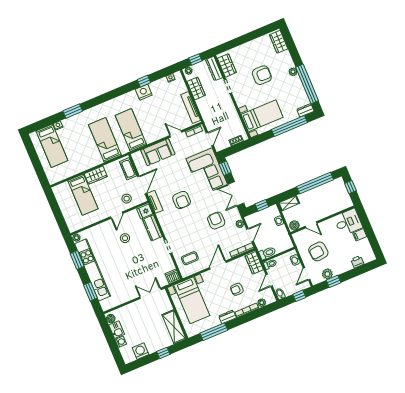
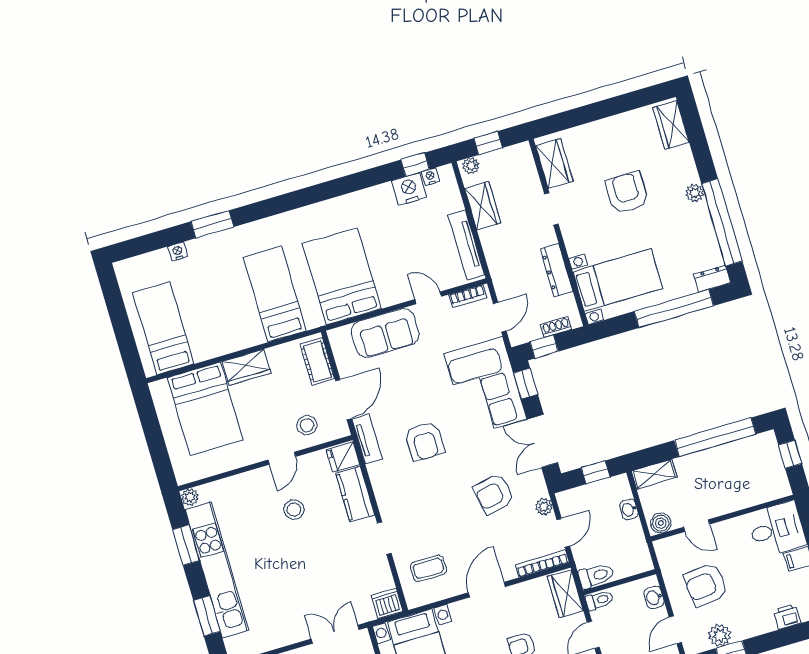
dresser: (214, 69) -> (556, 270), moved
armchair: (262, 75) -> (627, 193), turned -90
window: (144, 81) -> (415, 165), moved
nightstand: (144, 92) -> (409, 189), moved
bed: (131, 130) -> (342, 276), width x1.50
bed: (52, 146) -> (163, 328), moved, turned 180
window: (232, 150) -> (544, 347), added
bed: (83, 195) -> (205, 409), width x1.50
armchair: (216, 221) -> (494, 494), turned -101

